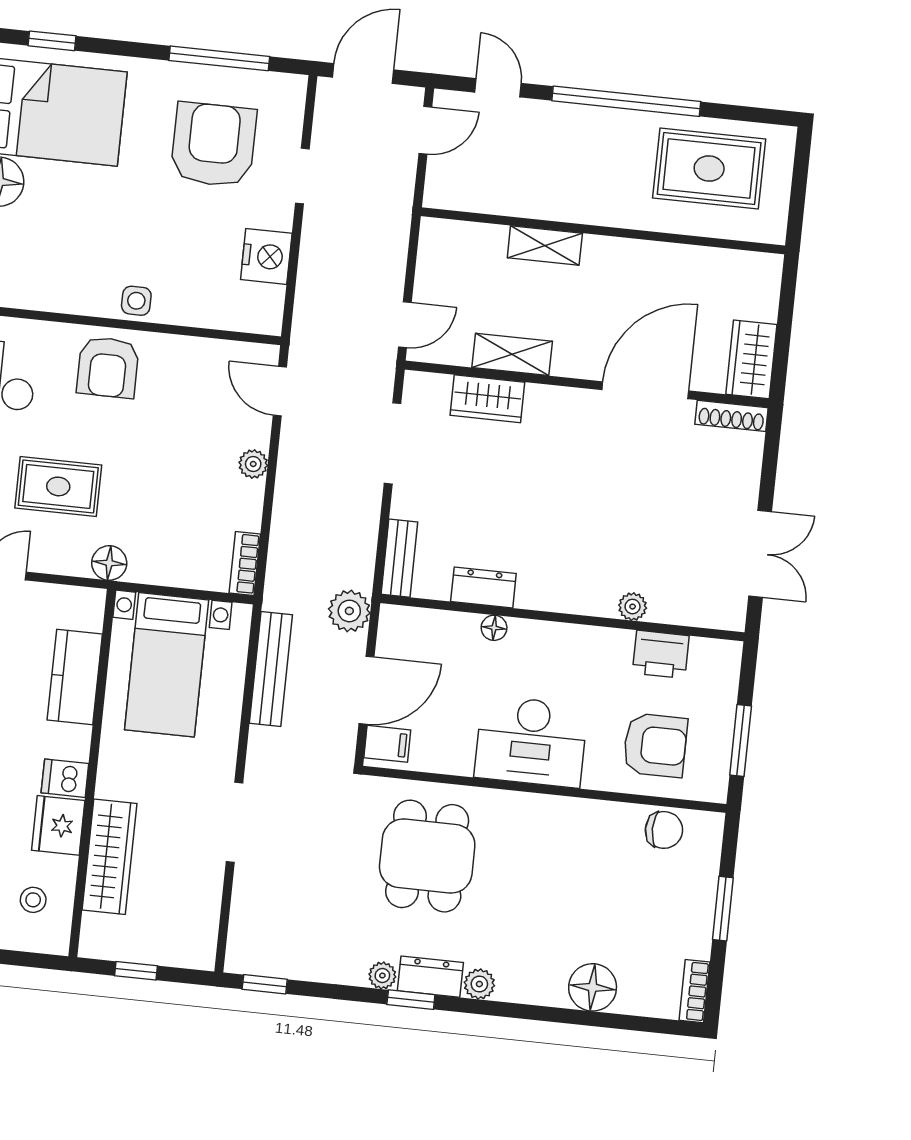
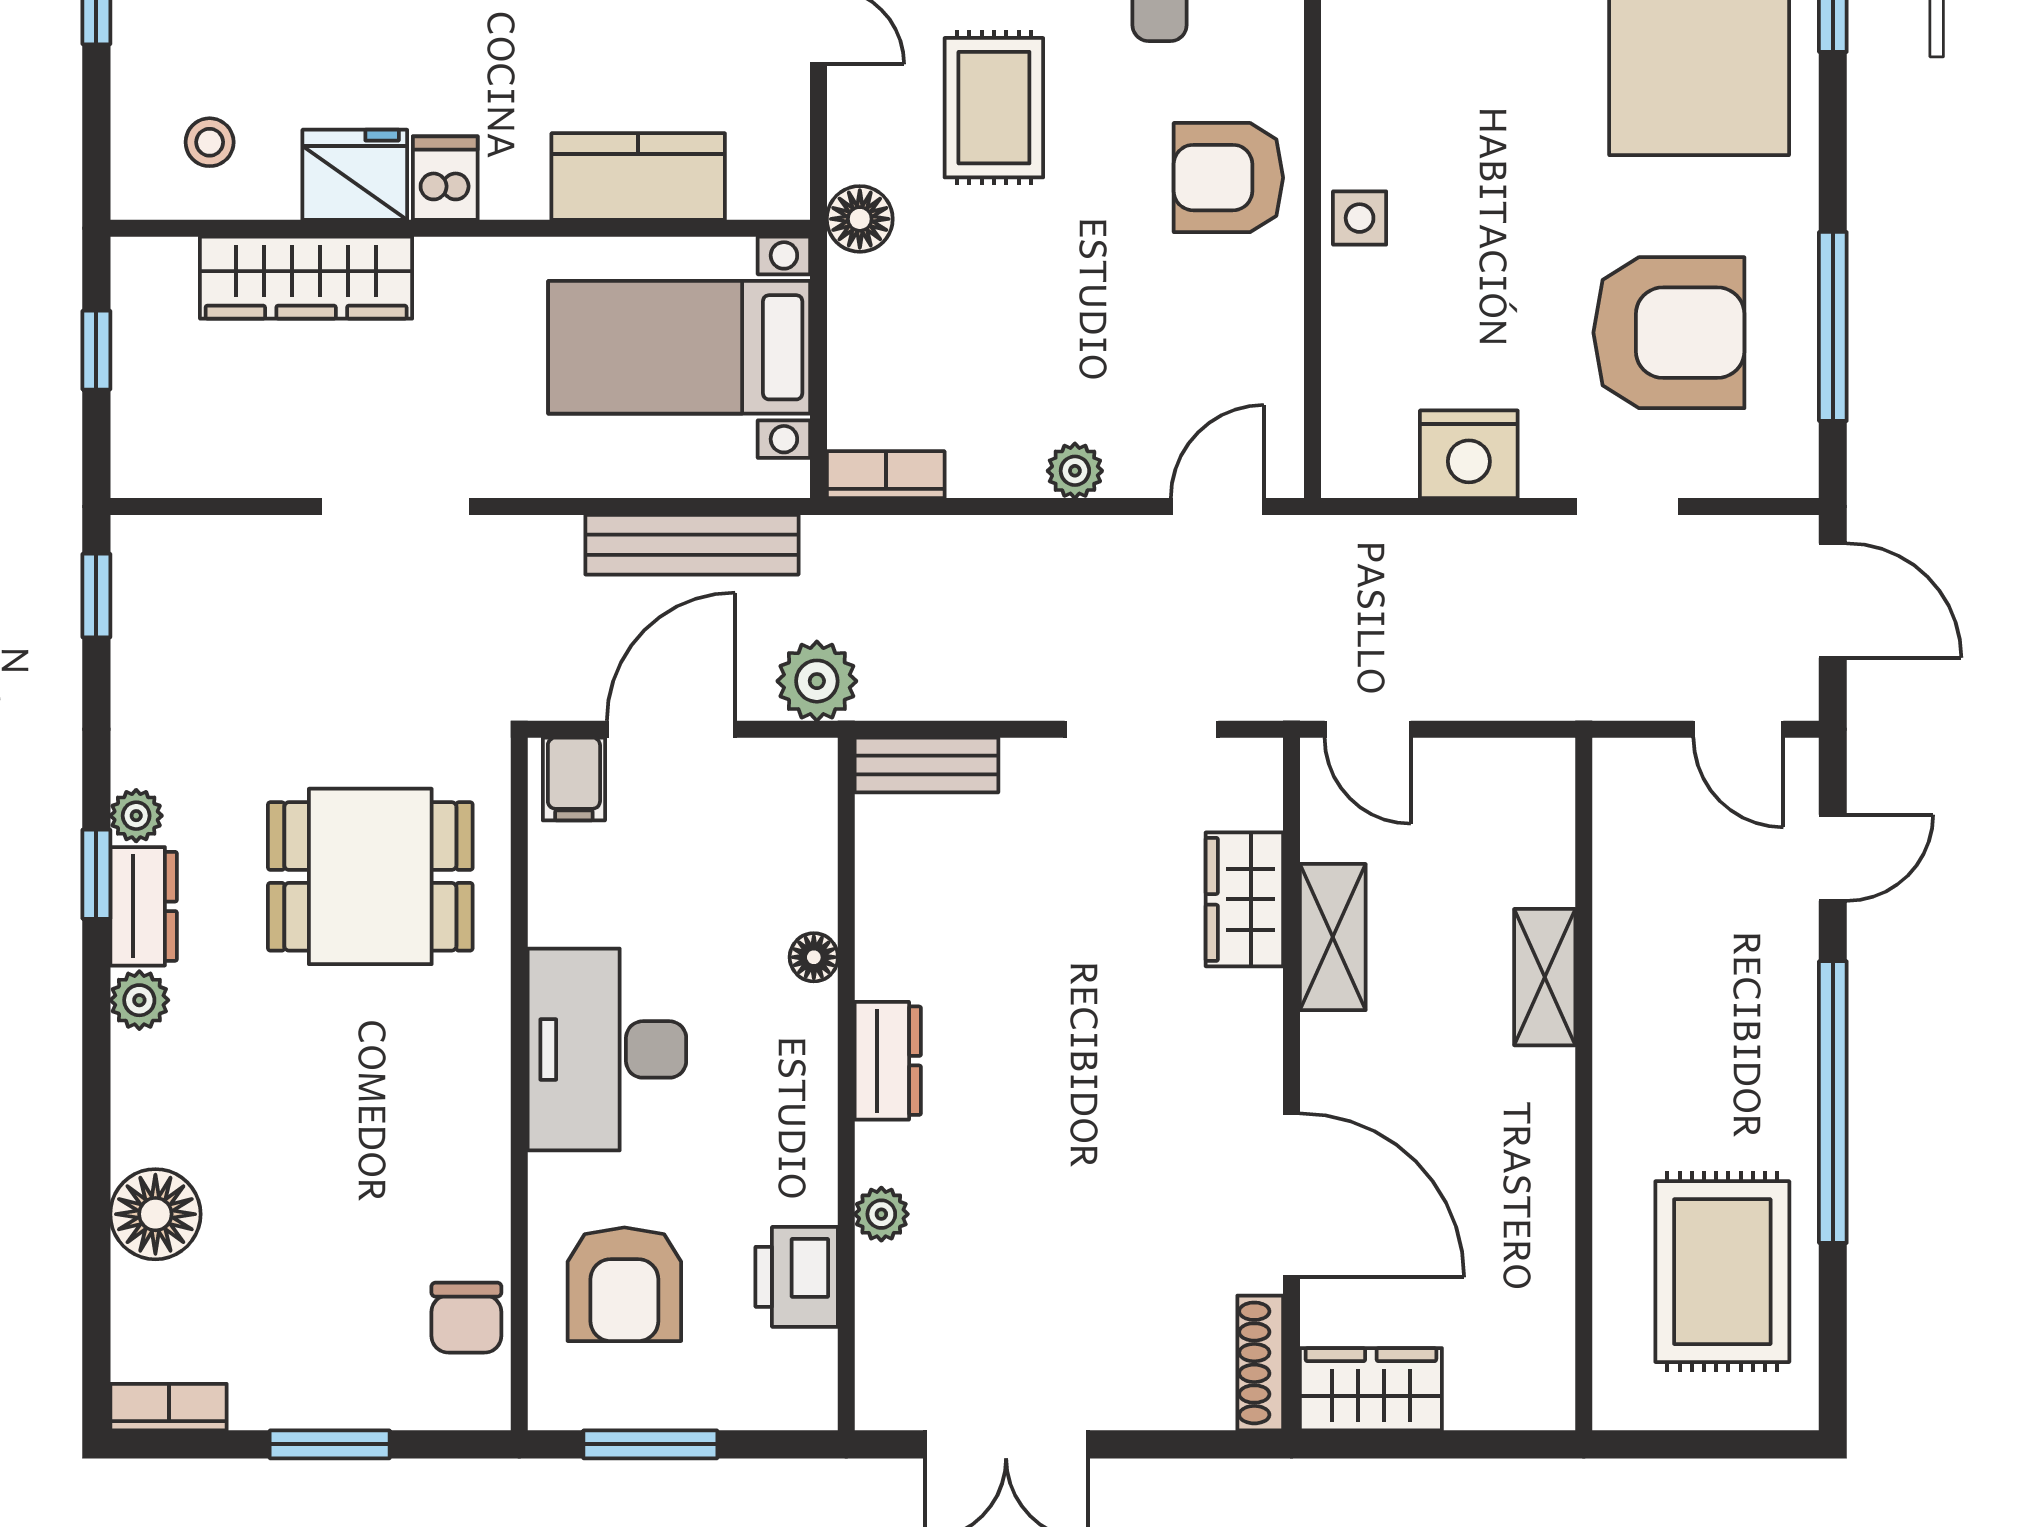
dresser: (483, 587) -> (888, 1061), moved
door: (367, 690) -> (671, 729), swing flipped

